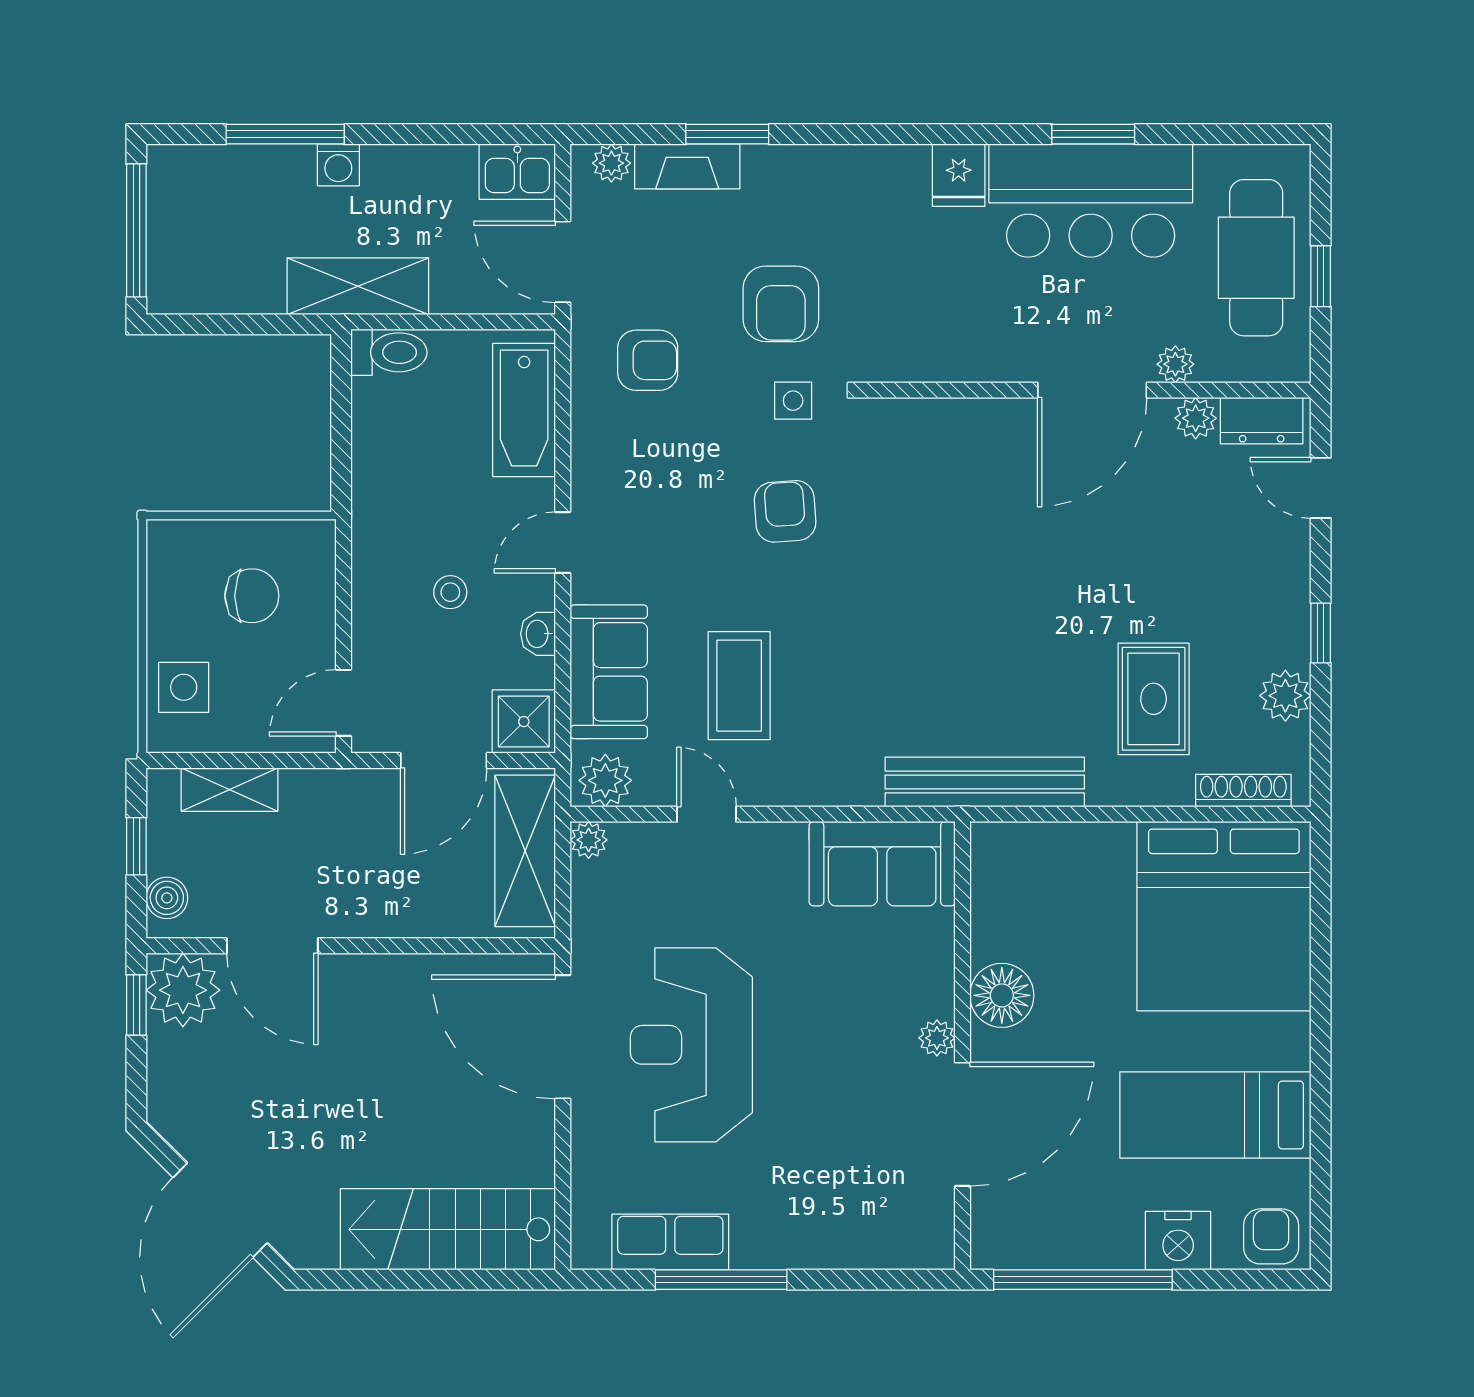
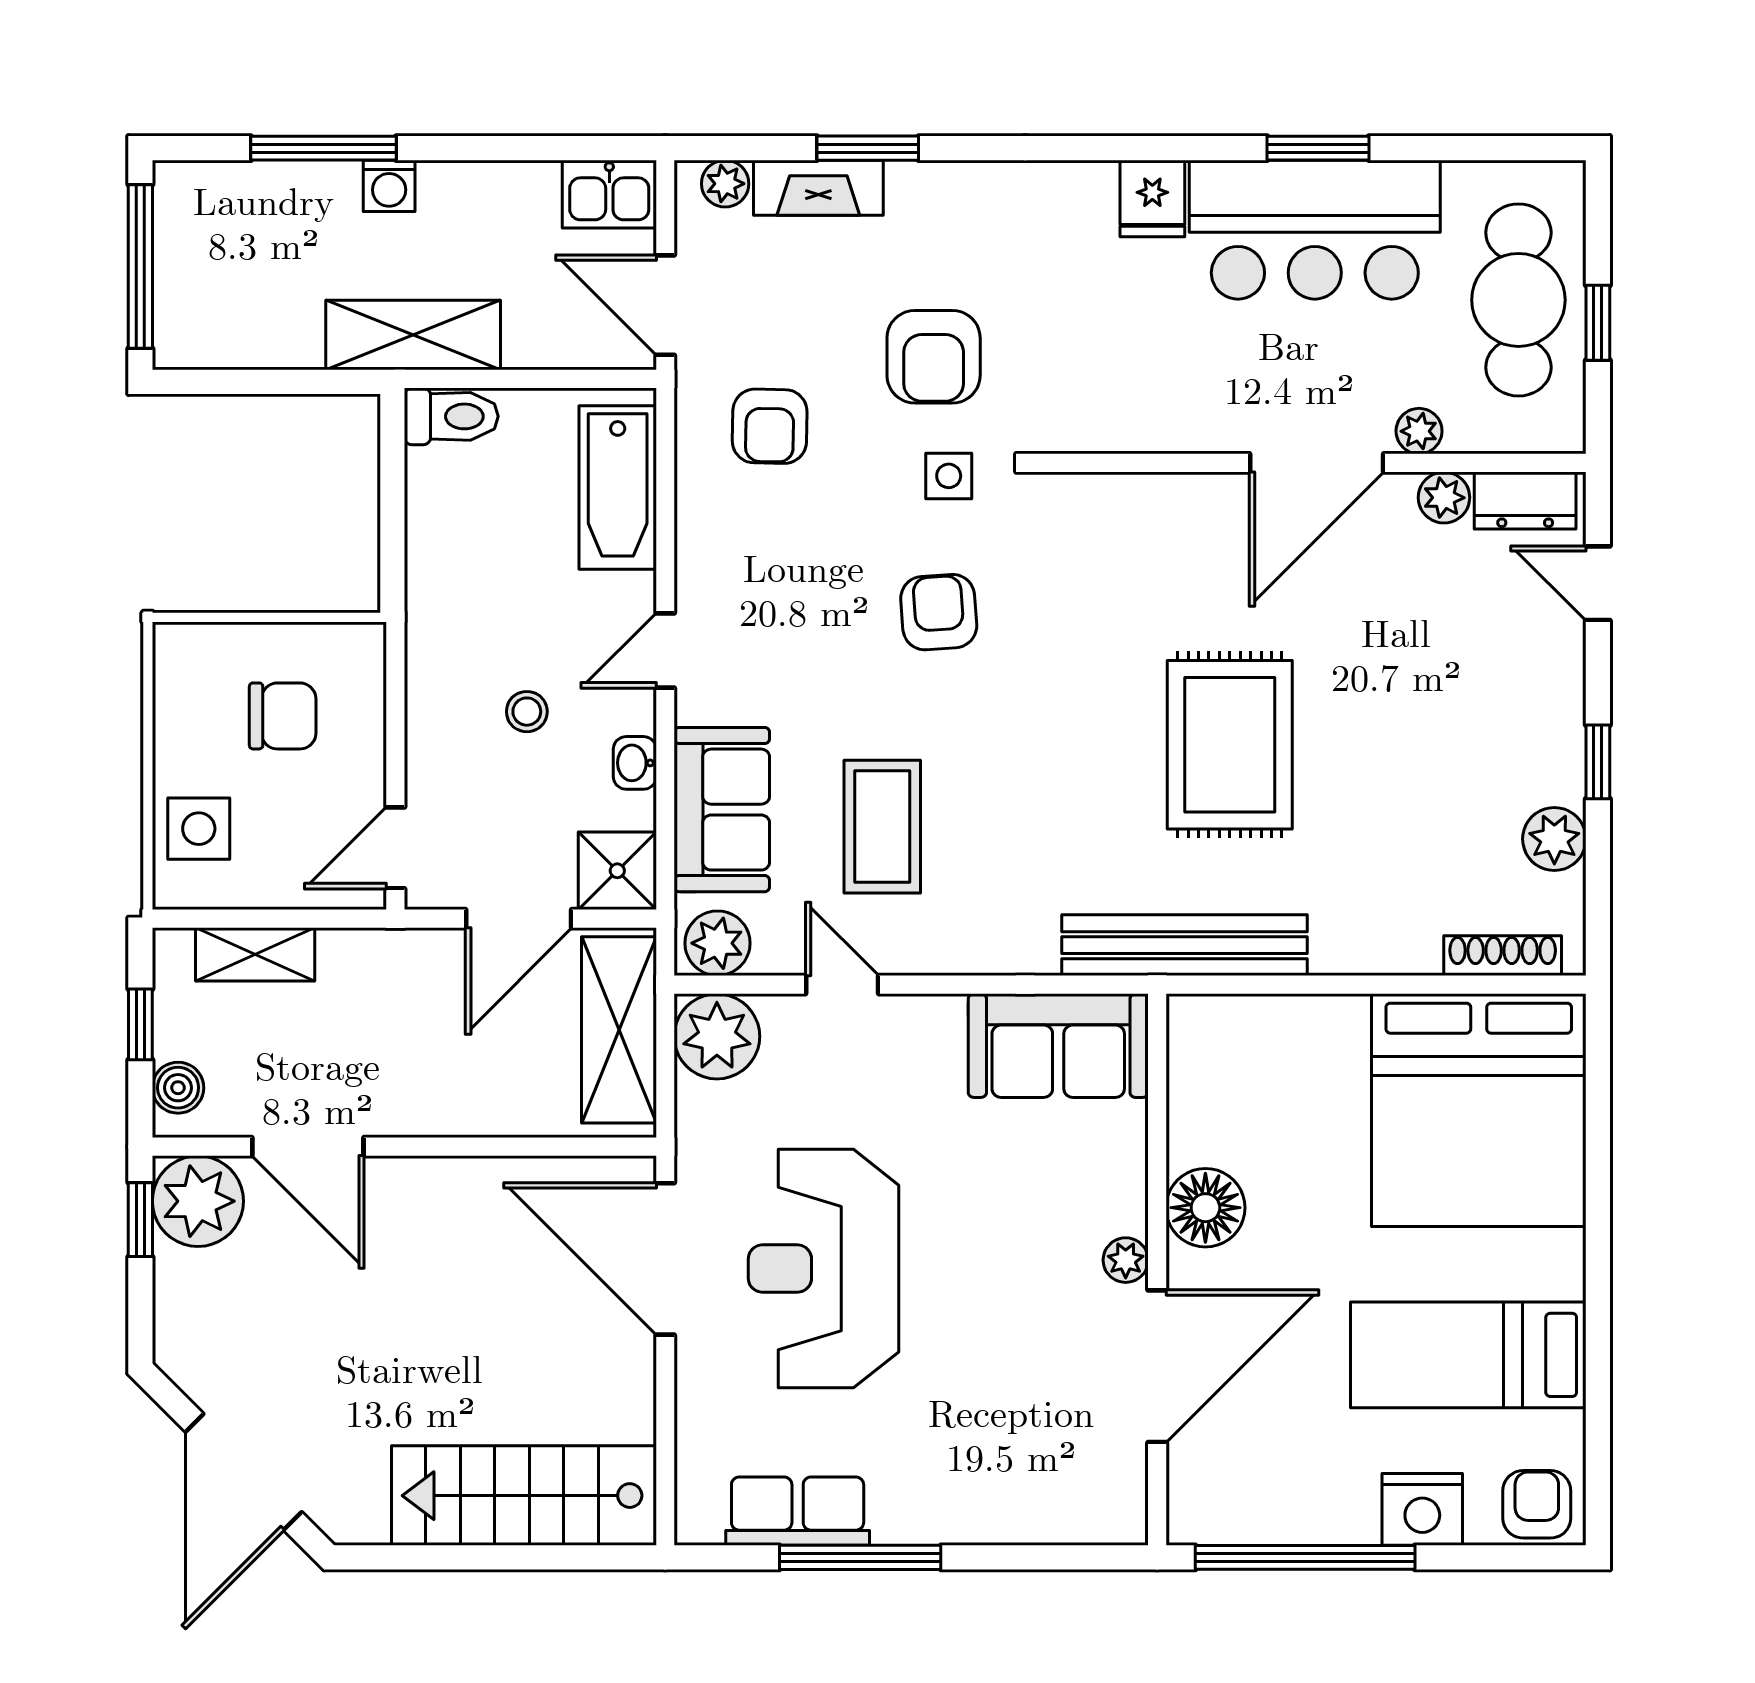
armchair: (648, 360) -> (770, 426), turned 91
rug: (1154, 699) -> (1230, 745), moved, width x1.36, depth x1.43
plant: (589, 840) -> (717, 1036), width x1.88, depth x1.88

